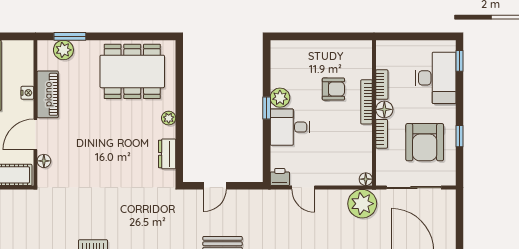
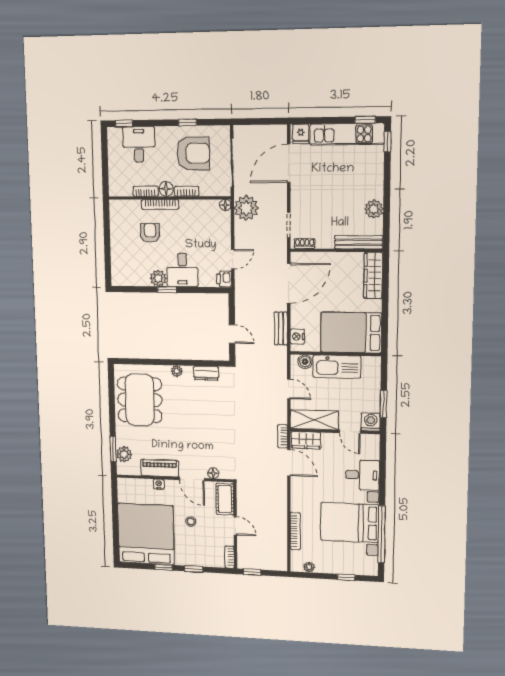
desk: (436, 78) -> (139, 144), width x0.73

